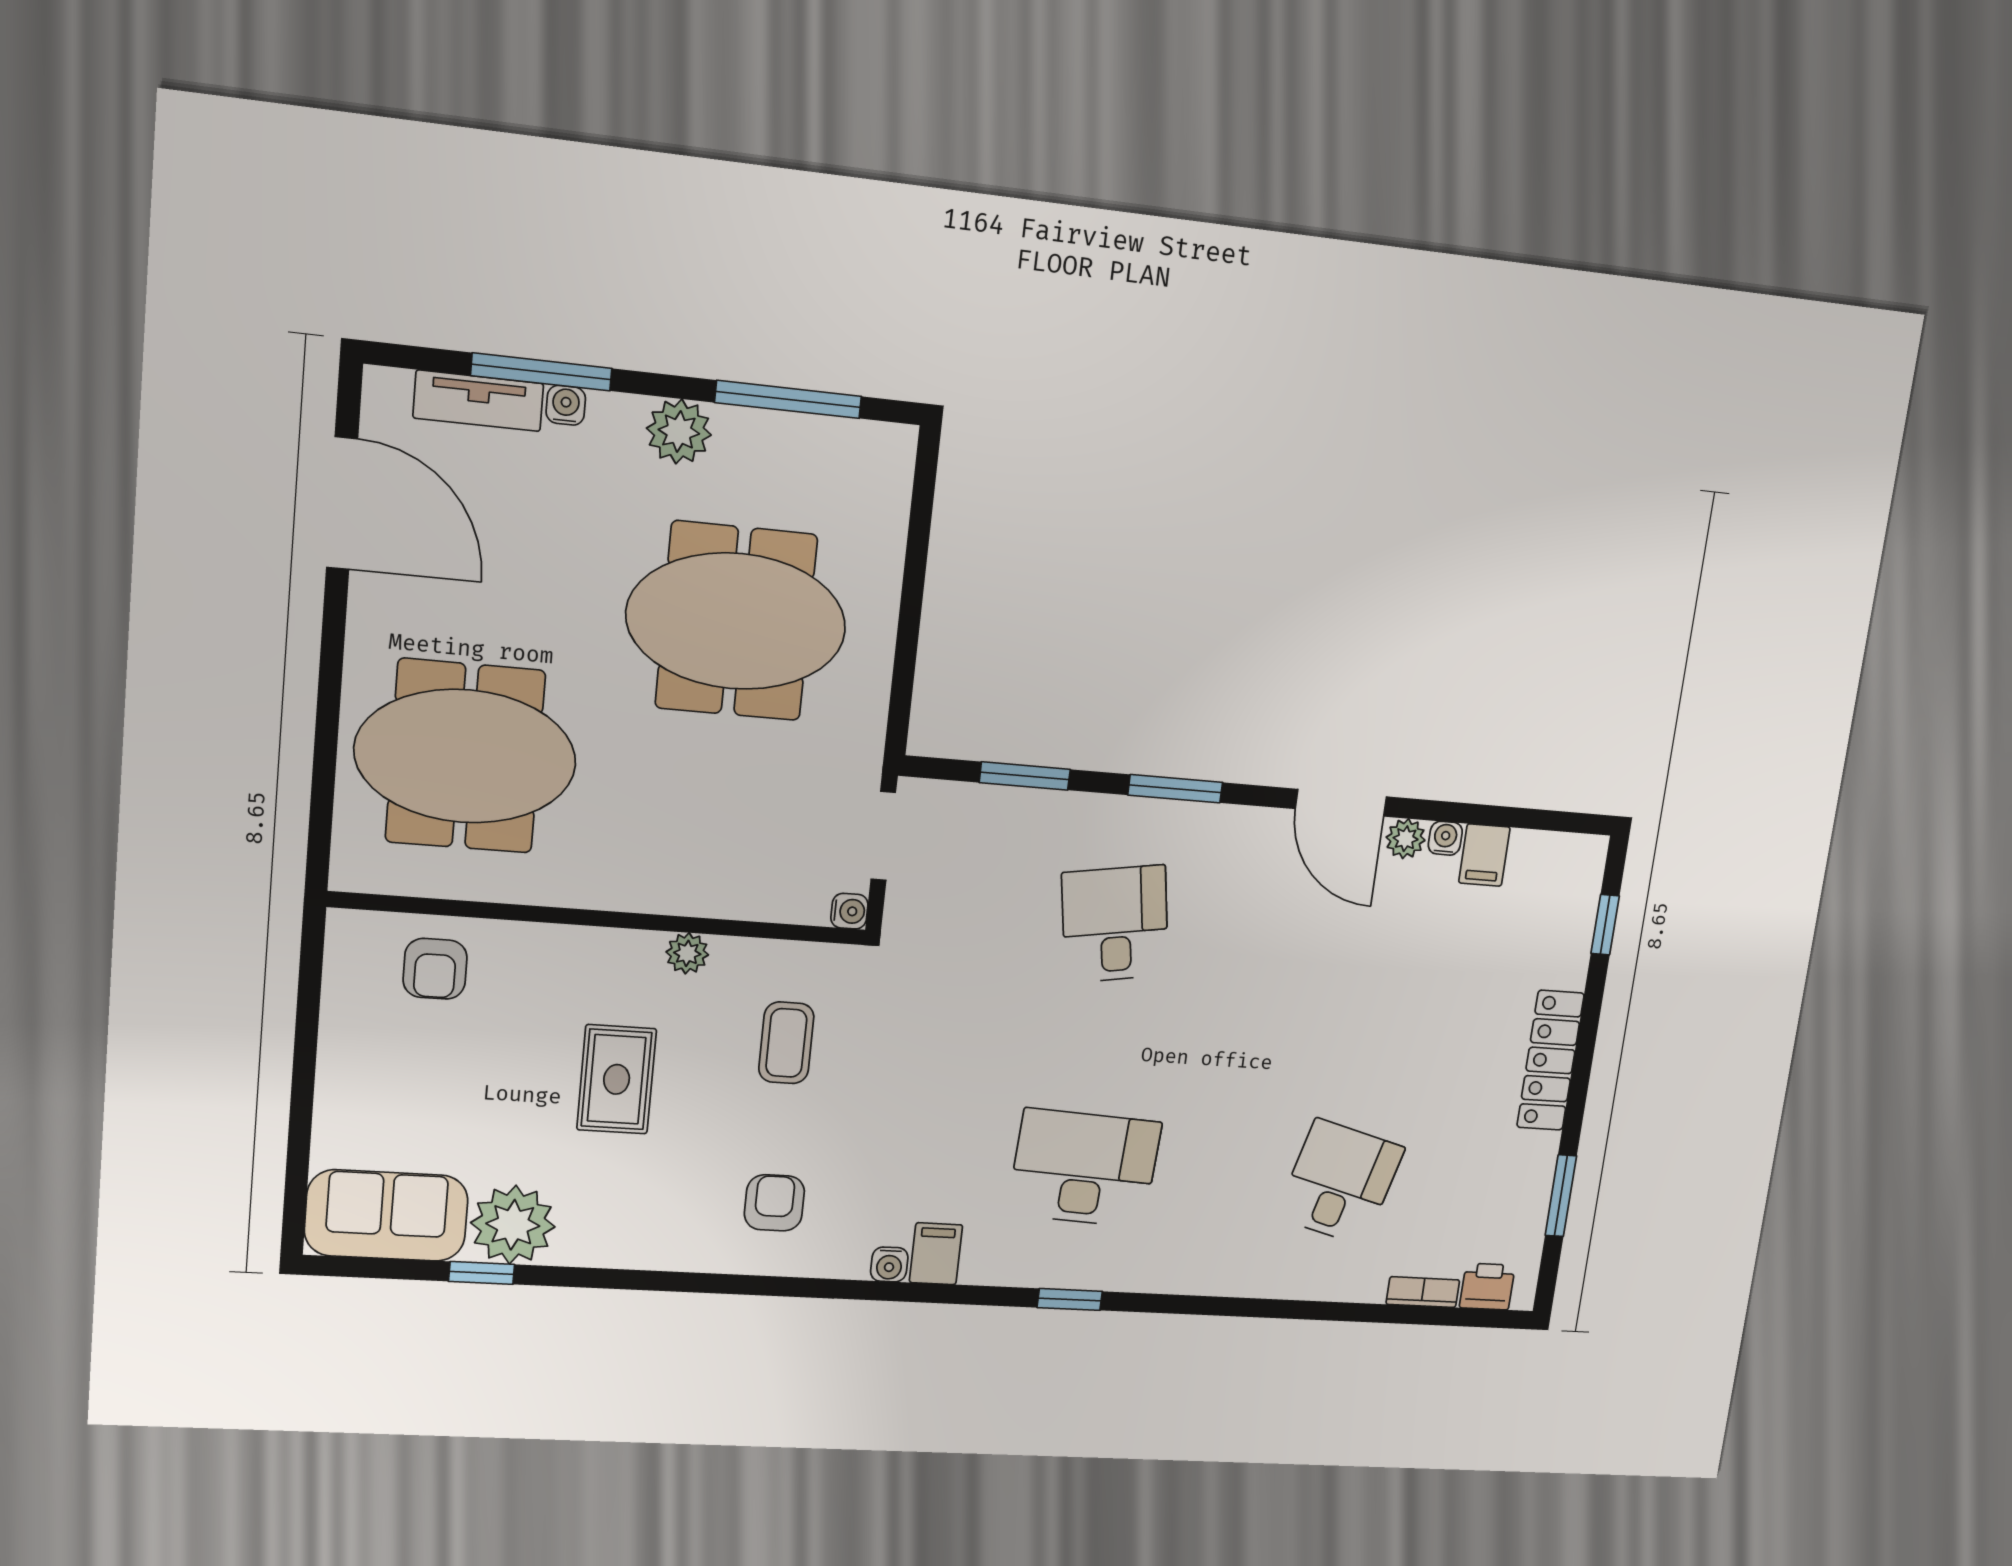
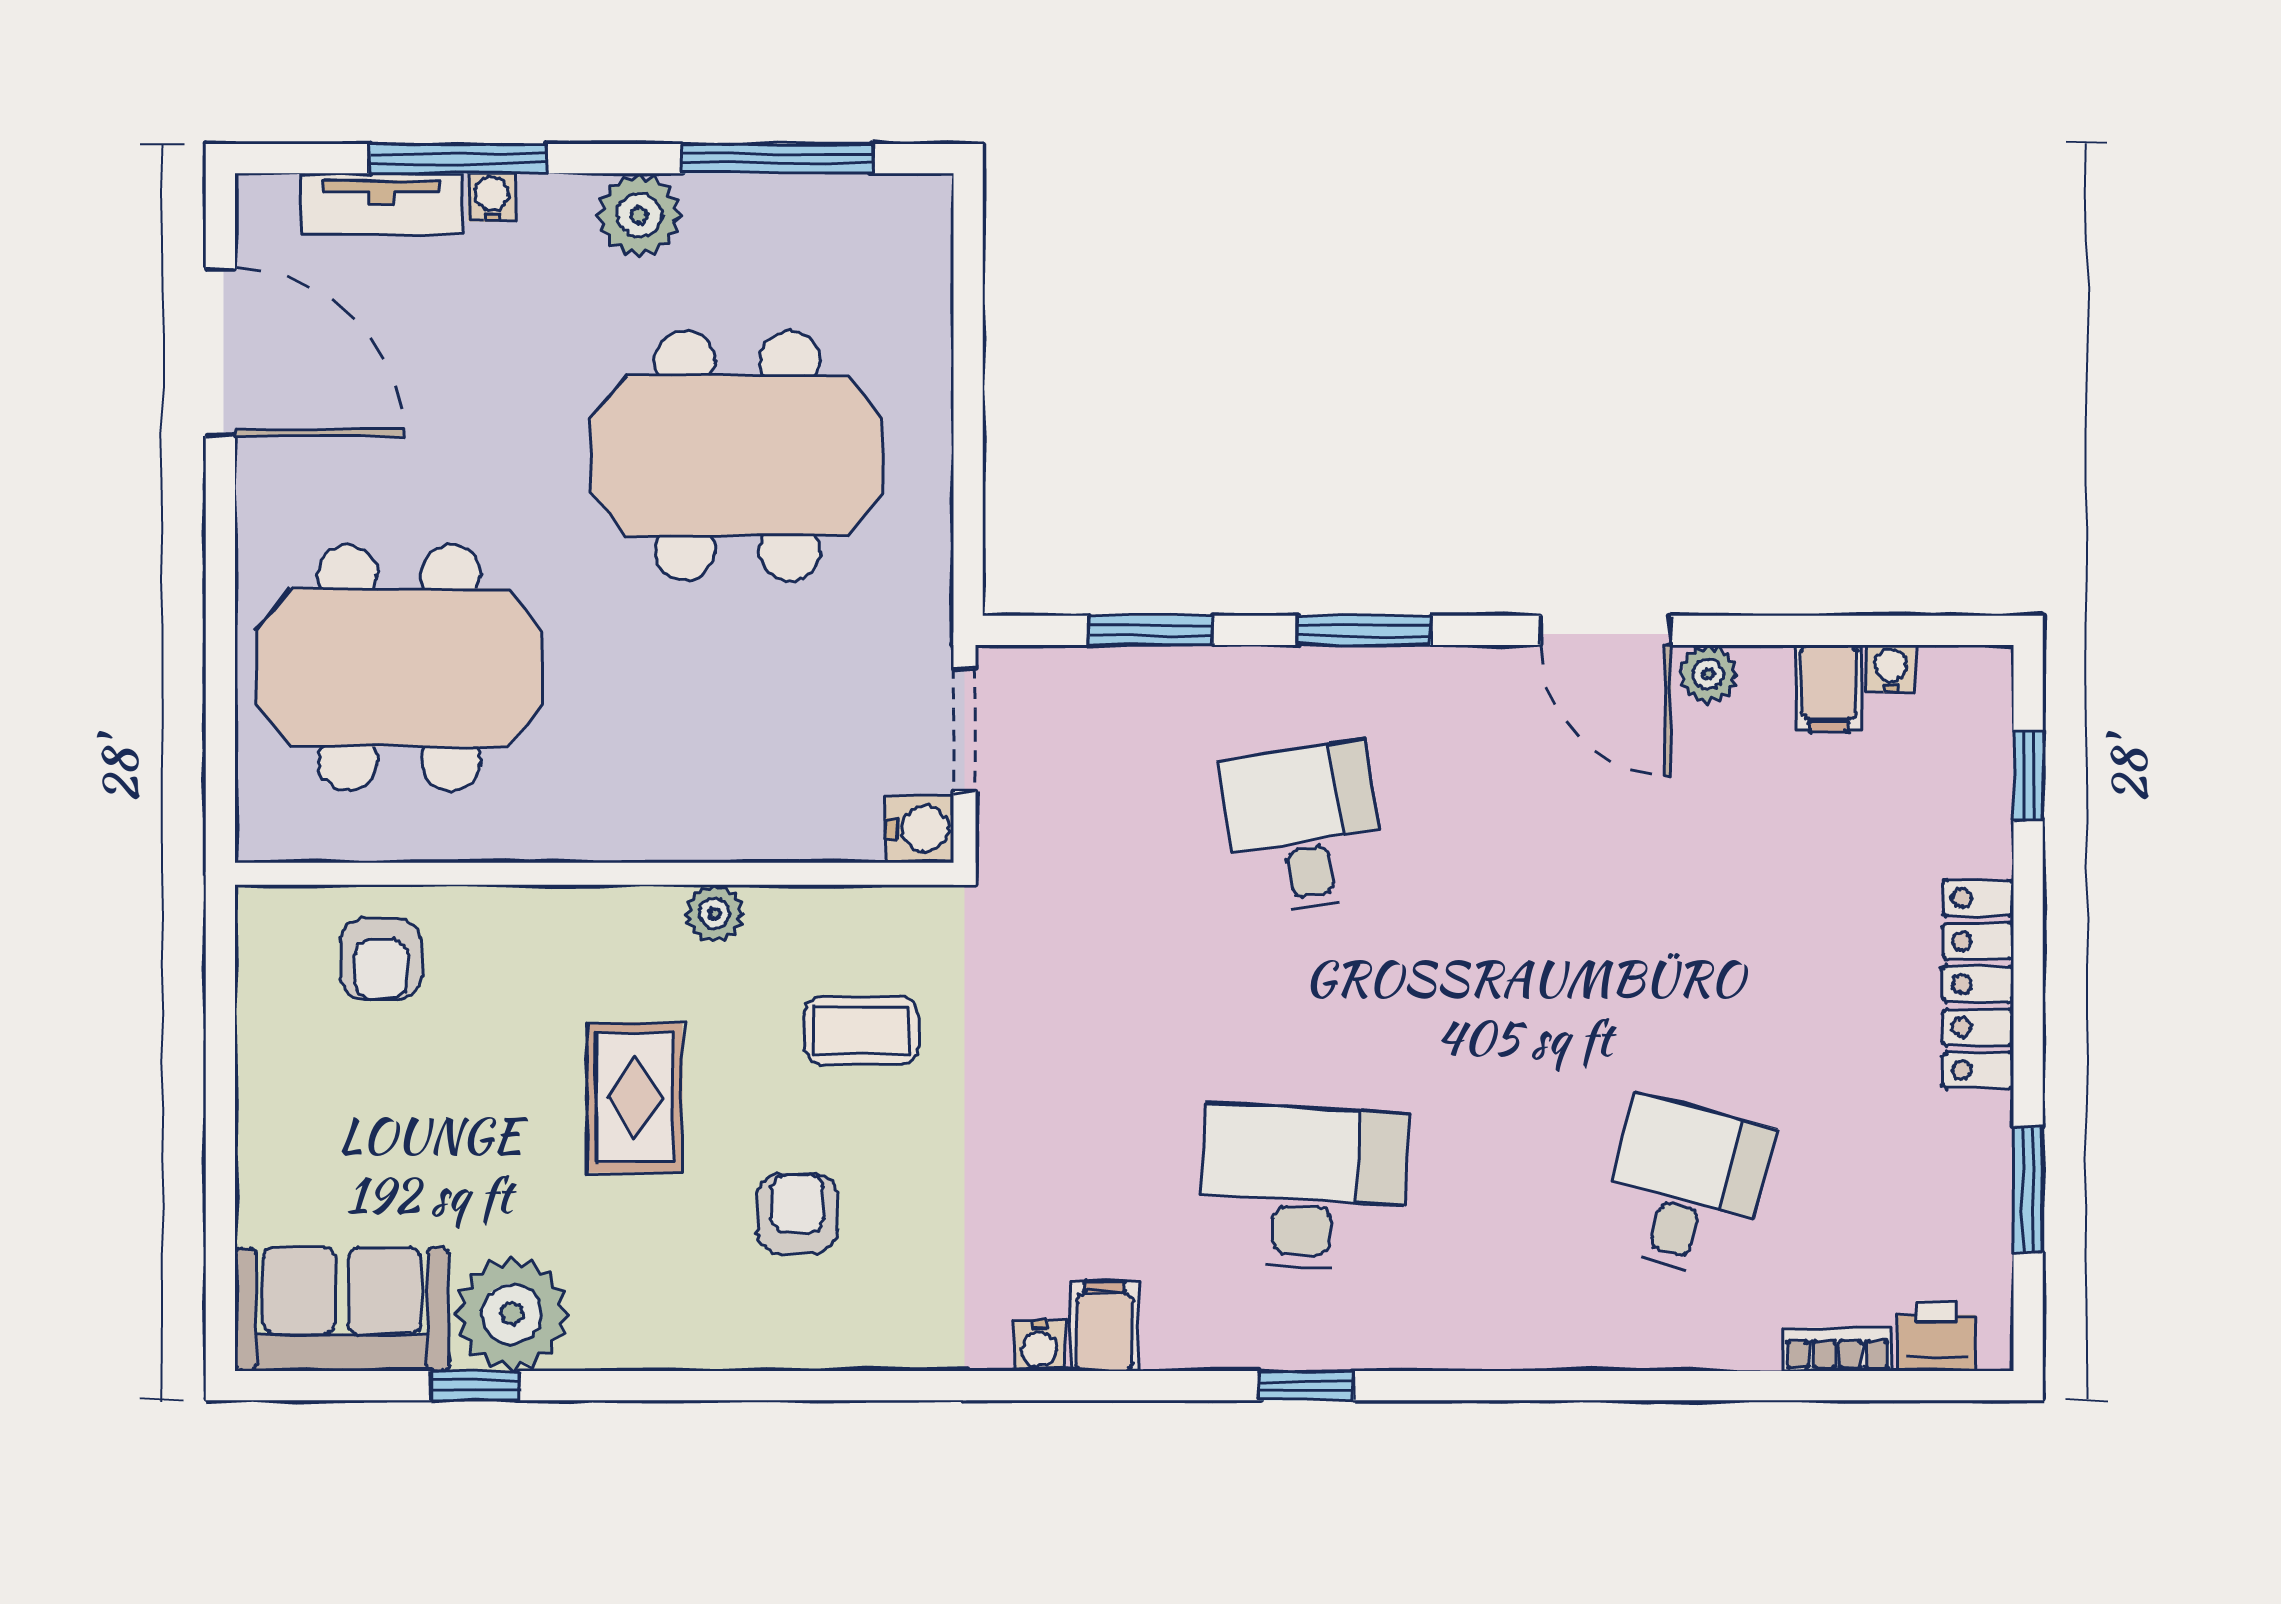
water cooler: (1445, 838) -> (1891, 669), moved
water cooler: (849, 911) -> (920, 829), width x1.38, depth x1.38
coffee table: (786, 1043) -> (861, 1031), turned 90
armchair: (774, 1203) -> (797, 1213), moved

